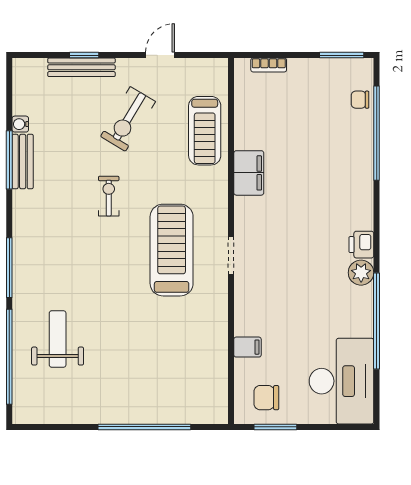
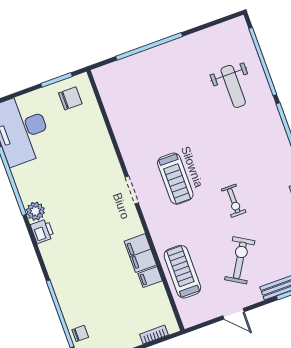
door: (160, 55) -> (233, 314), hinge flipped
treadmill: (172, 250) -> (175, 179), width x0.73, depth x0.73
filing cabinet: (248, 347) -> (150, 277), moved

